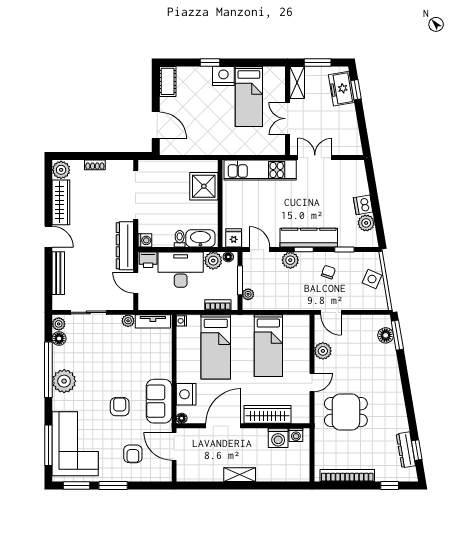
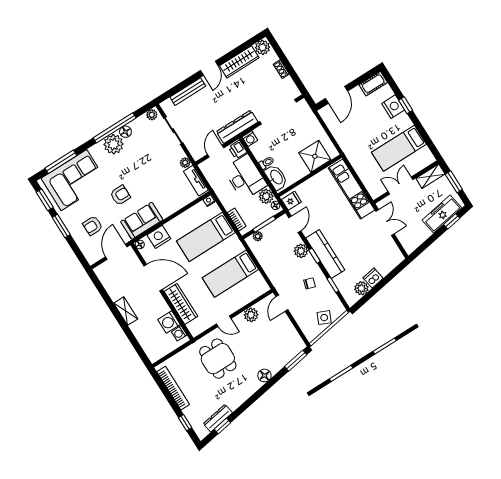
nightstand: (223, 76) -> (393, 107), moved
freezer: (341, 89) -> (442, 214), width x1.40
floor lamp: (386, 335) -> (264, 375), moved
floor lamp: (59, 338) -> (125, 132), moved

